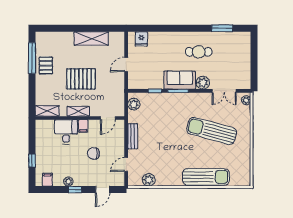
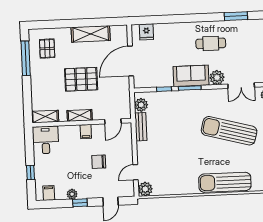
pallet: (46, 65) -> (47, 49), moved
door: (126, 65) -> (131, 61), width x1.88
desk: (66, 132) -> (46, 140), moved
bench: (133, 136) -> (141, 127), moved
sun lounger: (206, 177) -> (225, 182), turned 180
plant: (149, 180) -> (145, 189), moved

